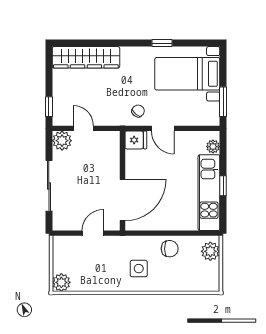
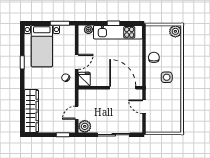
plant: (210, 251) -> (175, 31), moved
plant: (61, 282) -> (176, 127), removed

